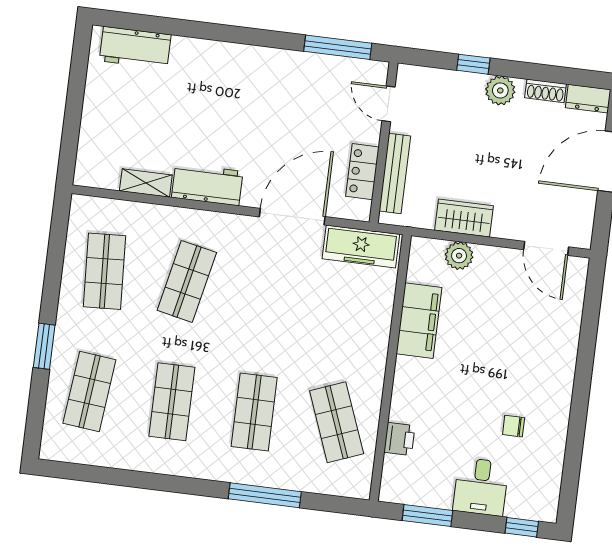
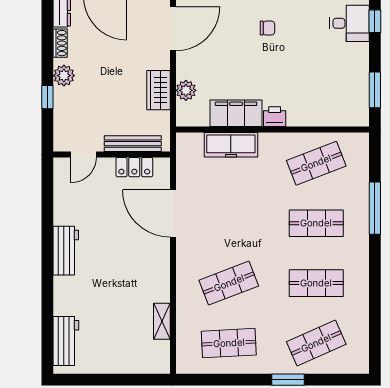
window: (338, 47) -> (47, 196), removed
workbench: (207, 184) -> (66, 251), moved, turned 180
freezer: (361, 247) -> (231, 145), moved, turned 90
door: (546, 248) -> (173, 29), width x1.36
shop shelf: (187, 281) -> (229, 283), turned -33
shop shelf: (89, 391) -> (316, 343), turned -30
chair: (514, 426) -> (267, 28), moved, turned -90
printer: (399, 439) -> (275, 117), moved
desk: (481, 487) -> (350, 23), moved

